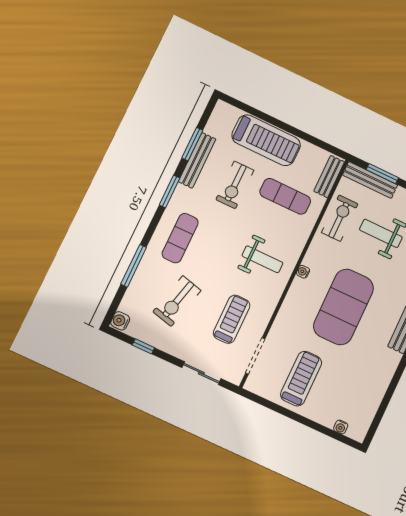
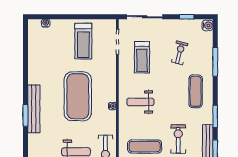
exercise bike: (177, 301) -> (180, 53), width x0.73, depth x0.72
sliding door: (201, 373) -> (145, 17), width x1.37

